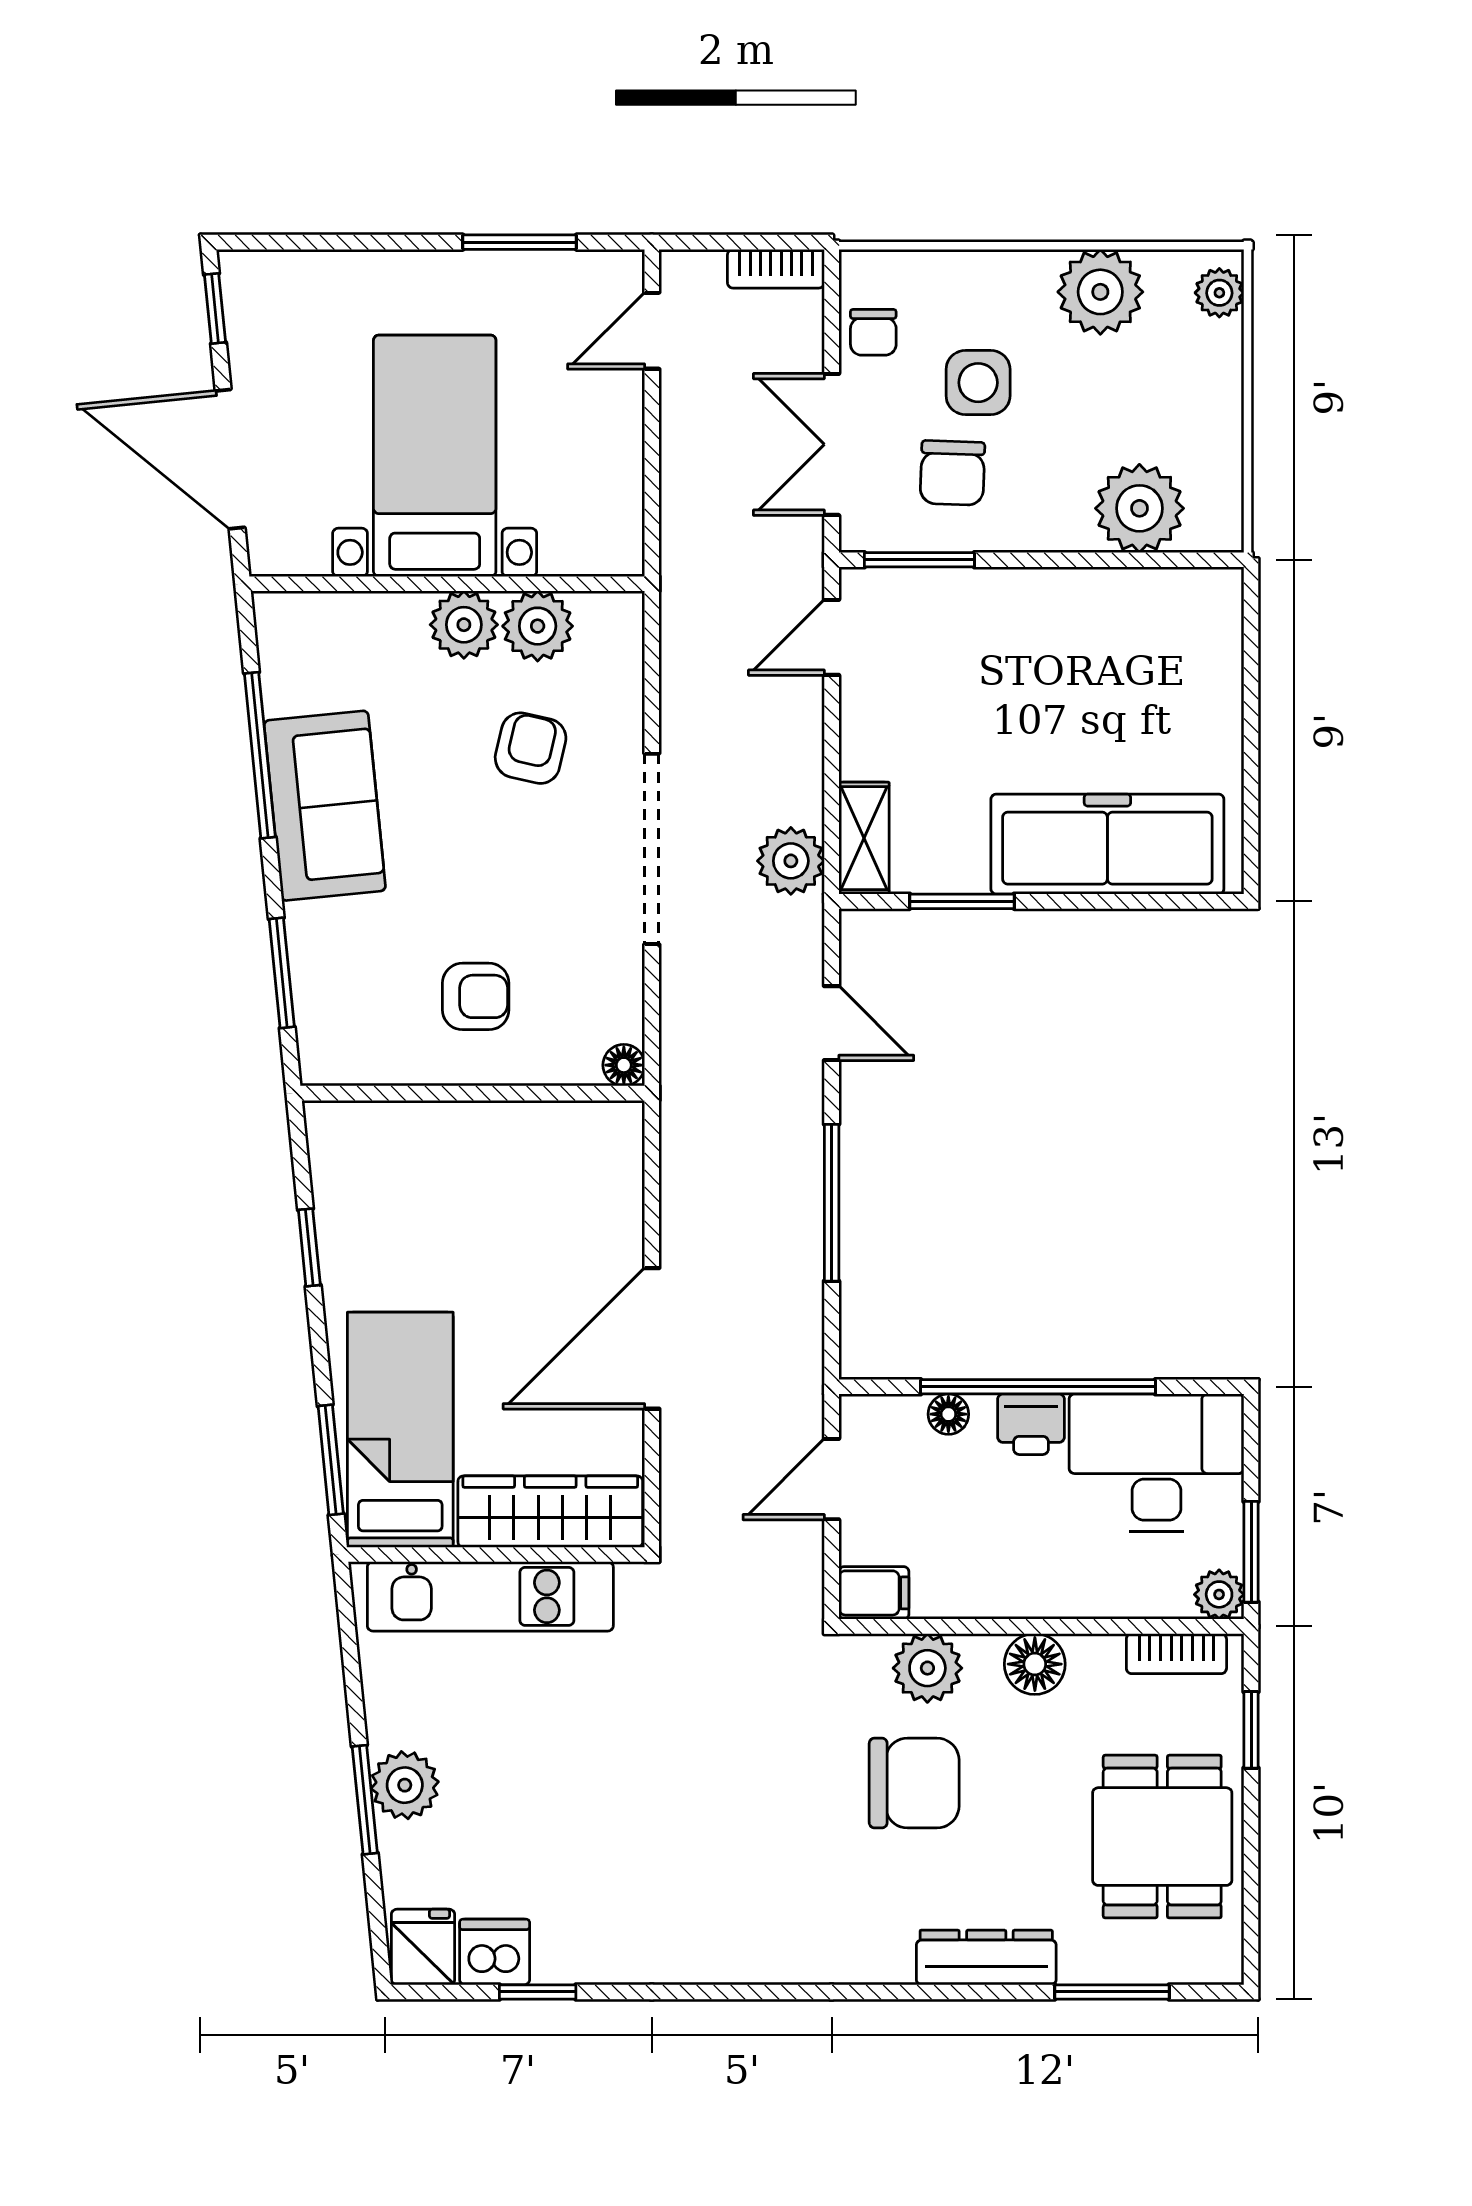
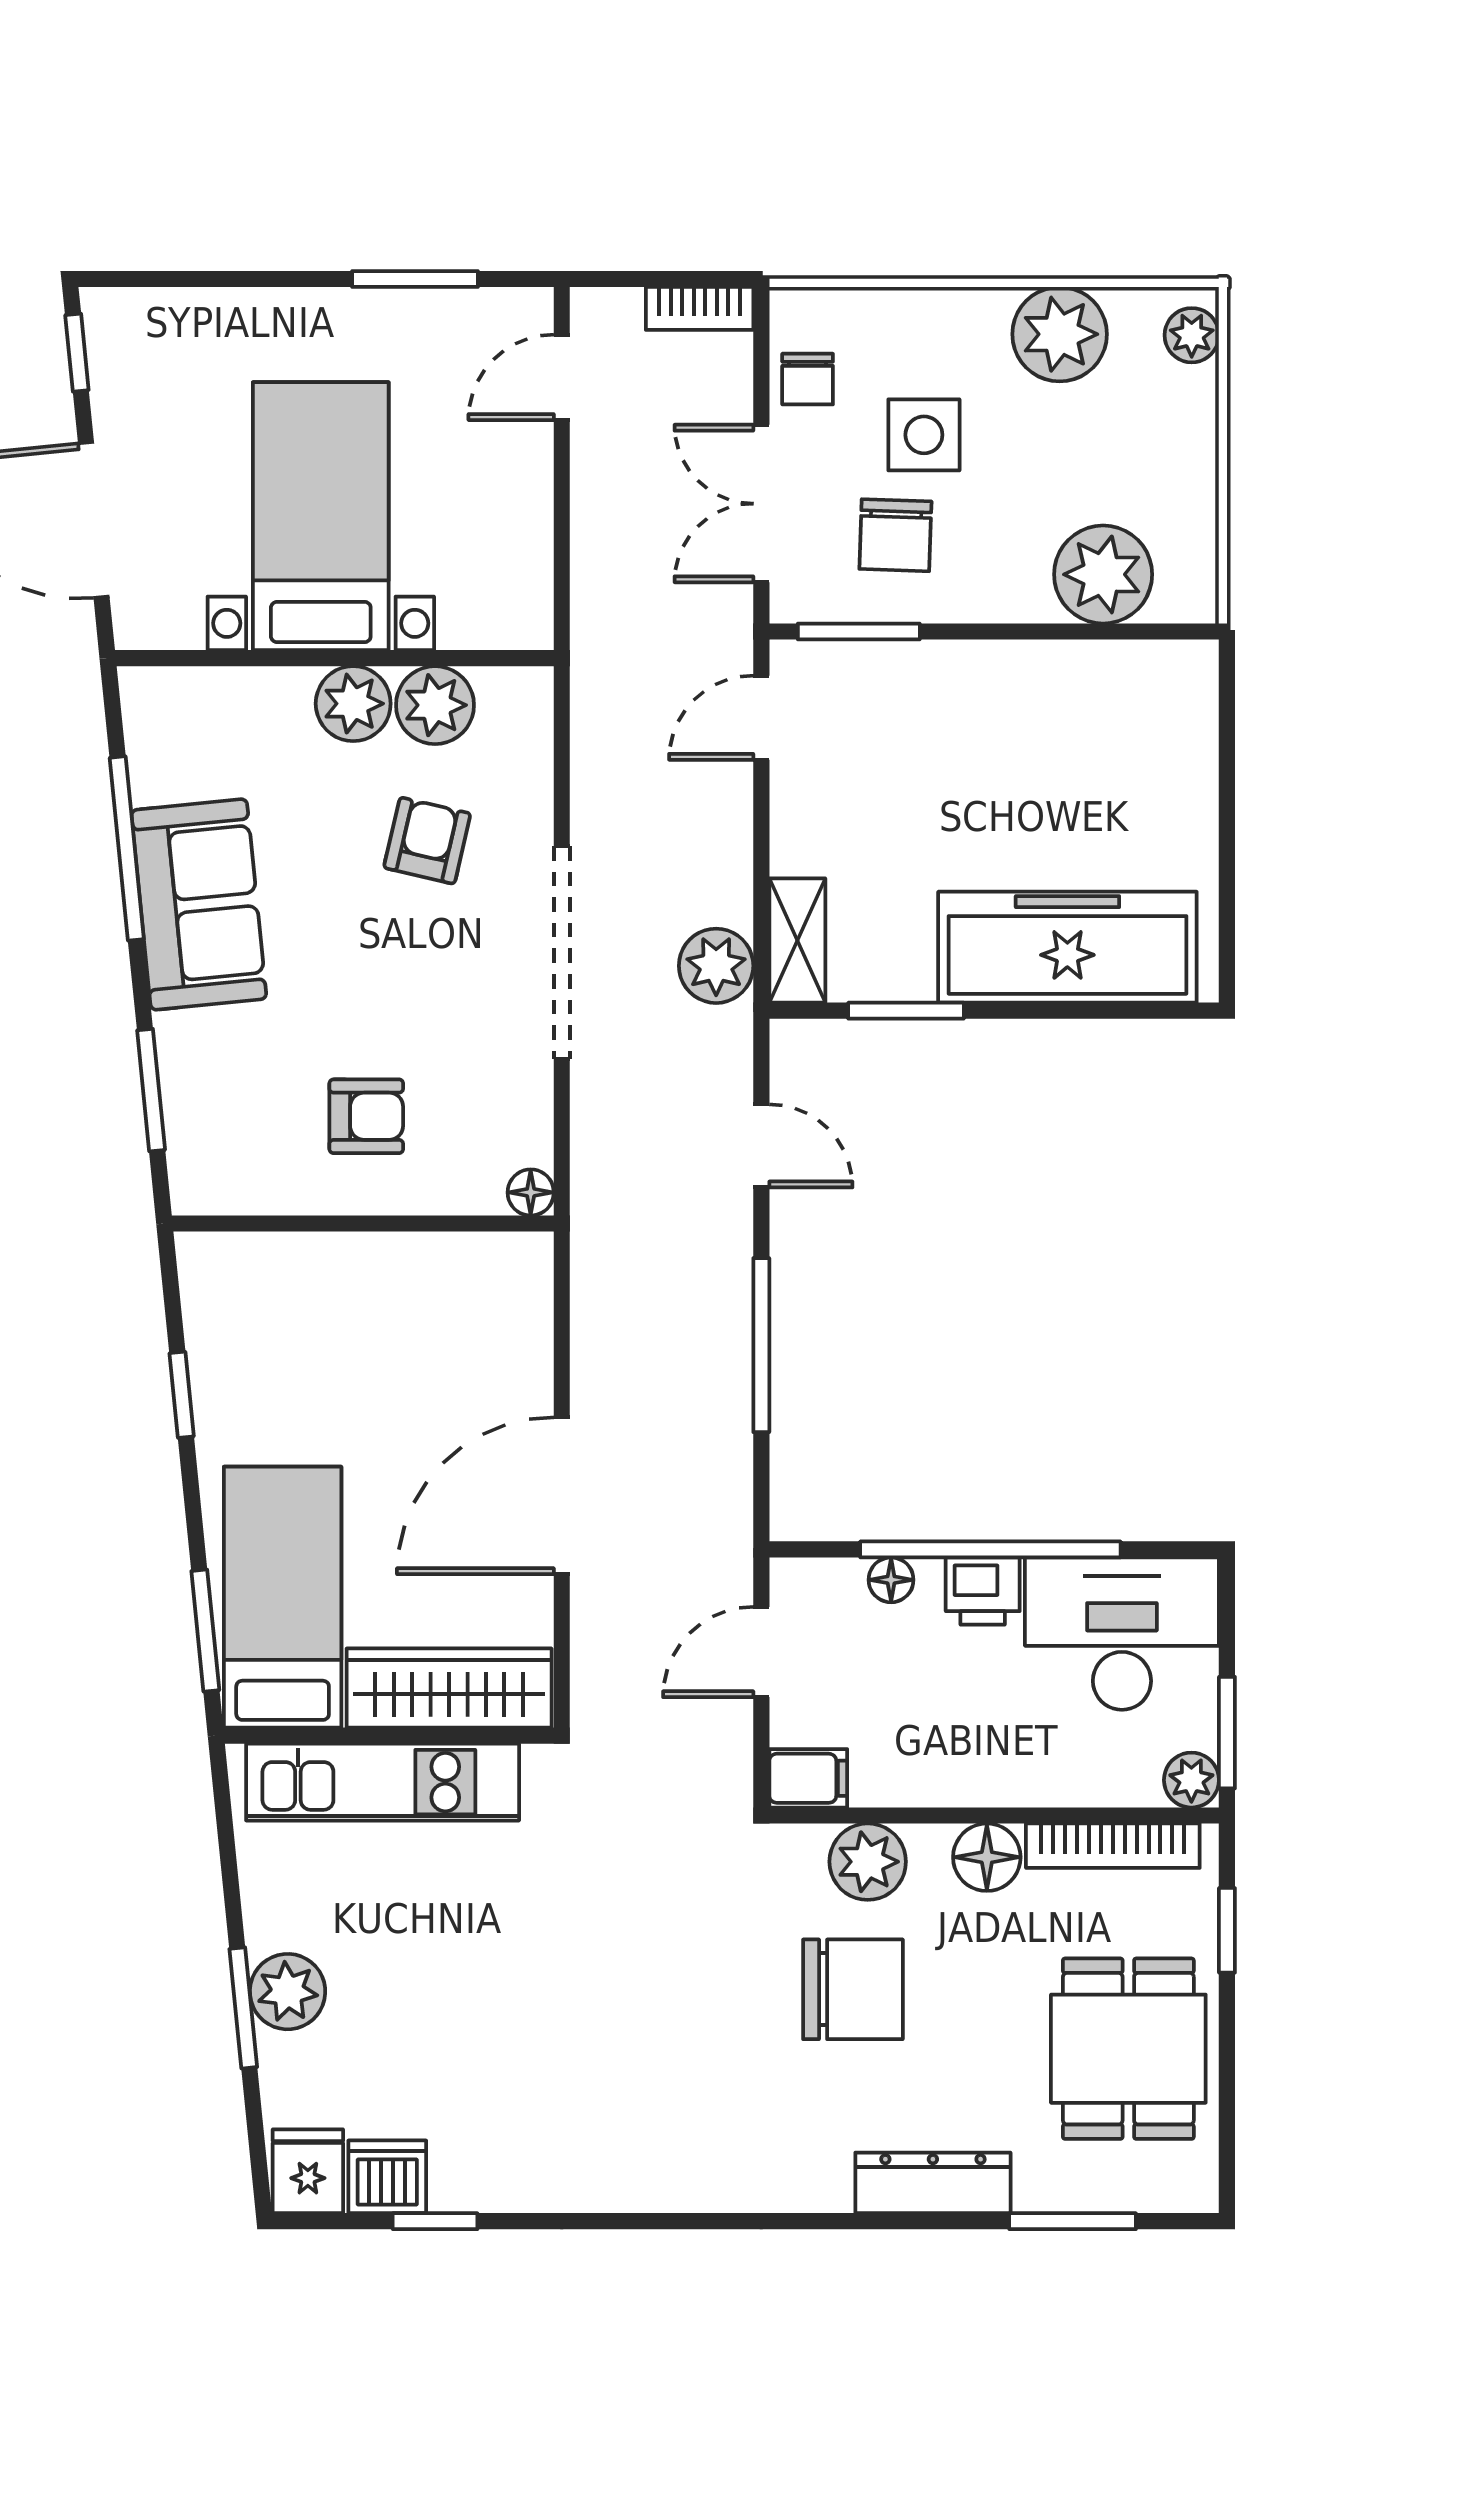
bookcase: (1176, 1654) -> (1113, 1846), width x1.56

